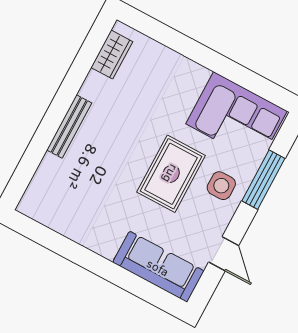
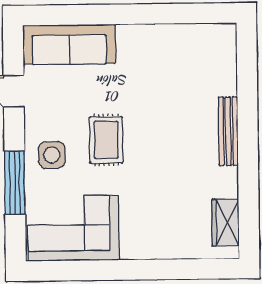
rug: (171, 174) -> (106, 140), width x0.73, depth x0.70

